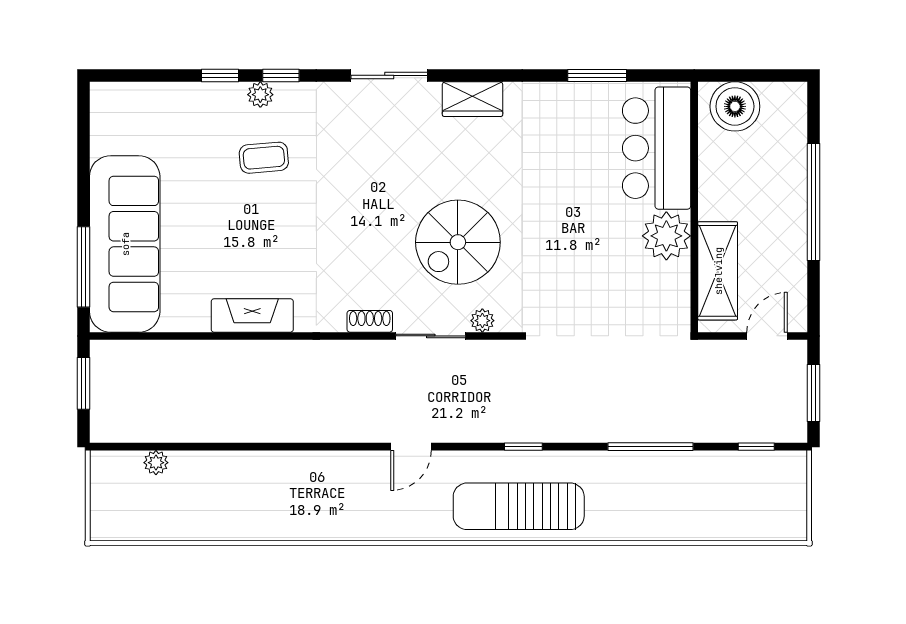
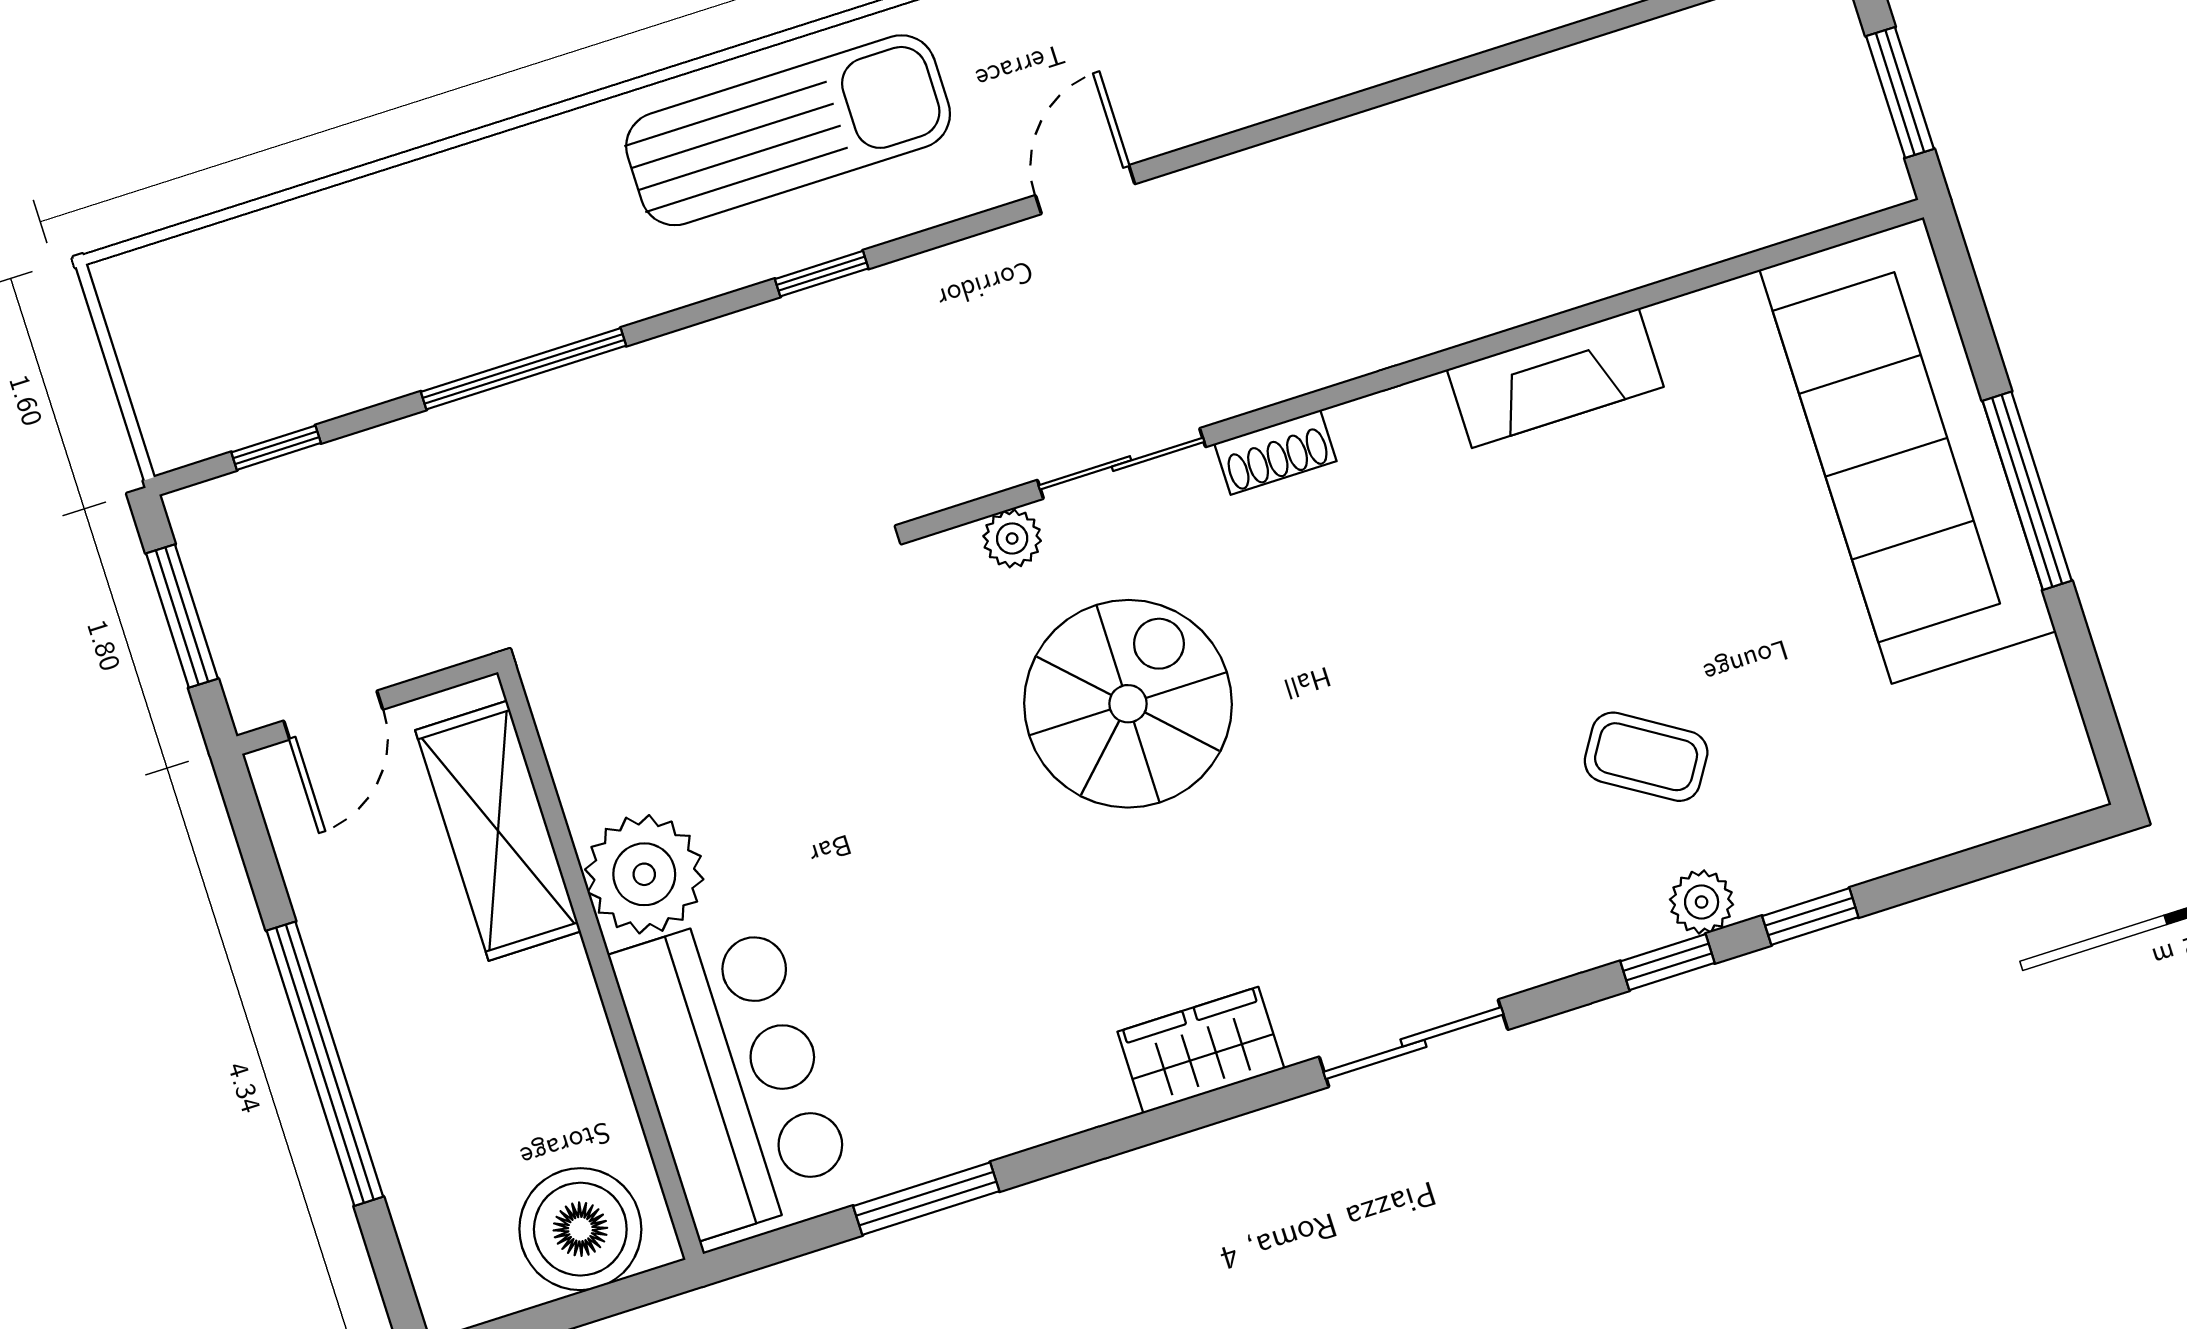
coffee table: (264, 158) -> (1646, 757), turned 37
window: (83, 267) -> (2027, 491), moved

